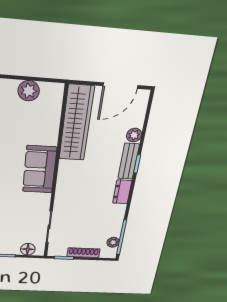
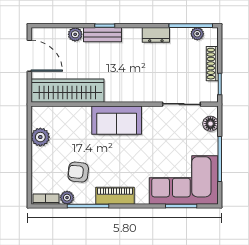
dresser: (122, 192) -> (156, 35), moved

